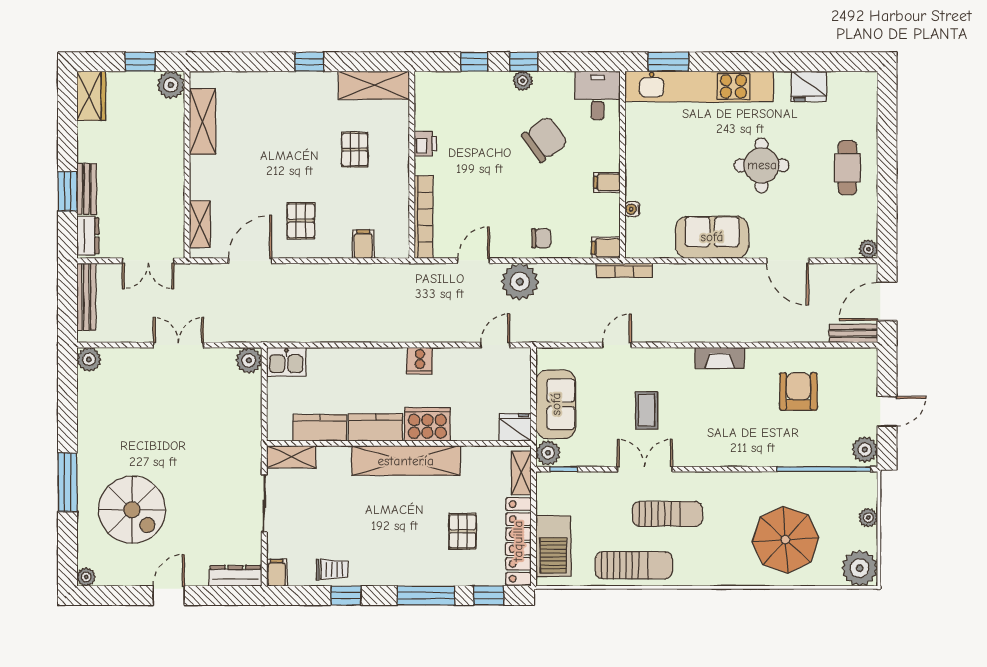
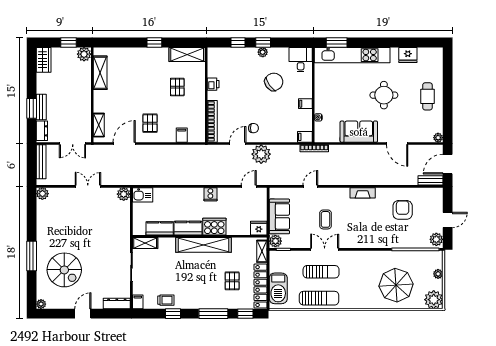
chair: (541, 238) -> (253, 128), moved
sun lounger: (667, 514) -> (321, 272), moved

